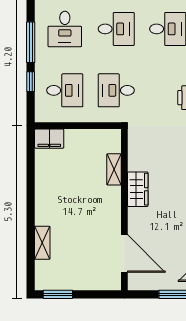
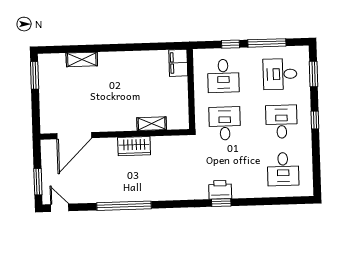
desk: (116, 29) -> (282, 122), turned 180

